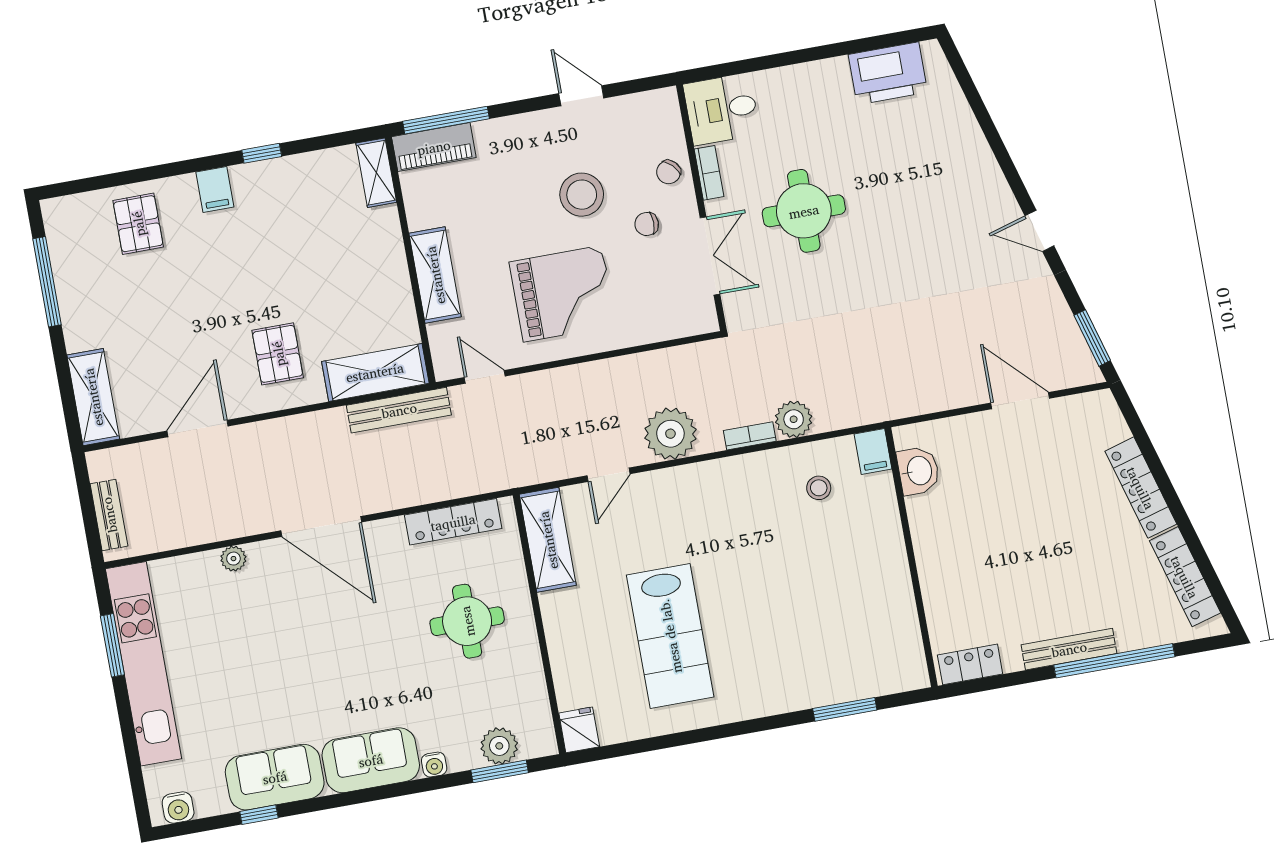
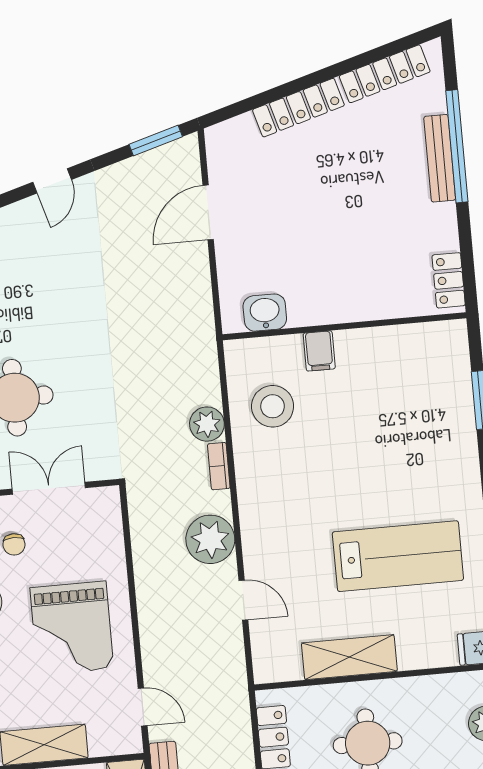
grand piano: (563, 294) -> (72, 628), turned 180
door: (485, 377) -> (143, 707), swing flipped
filing cabinet: (873, 452) -> (319, 351), moved, turned 90
stool: (819, 488) -> (273, 406), width x1.89, depth x1.89
shelving: (548, 540) -> (349, 657), moved
bench: (1069, 649) -> (440, 158), moved

